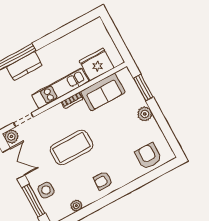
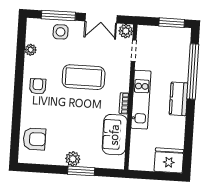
fridge: (97, 64) -> (169, 160), moved, turned -90
kitchen counter: (24, 66) -> (179, 99), moved
window: (143, 88) -> (81, 171), moved
coffee table: (71, 148) -> (84, 77), turned 90

